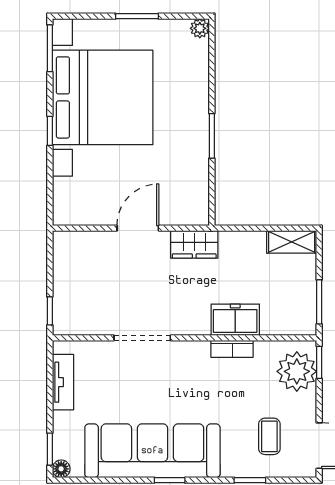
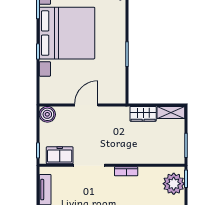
wardrobe: (194, 244) -> (143, 114), moved
boiler: (67, 245) -> (47, 114), added
freezer: (235, 320) -> (60, 155), moved
bookcase: (232, 349) -> (126, 171), moved

